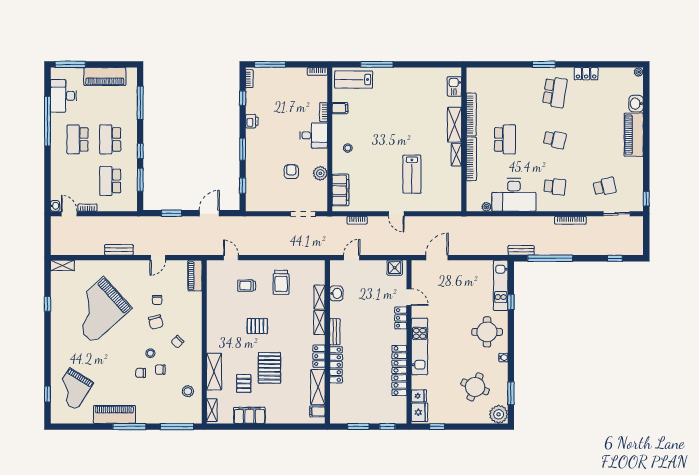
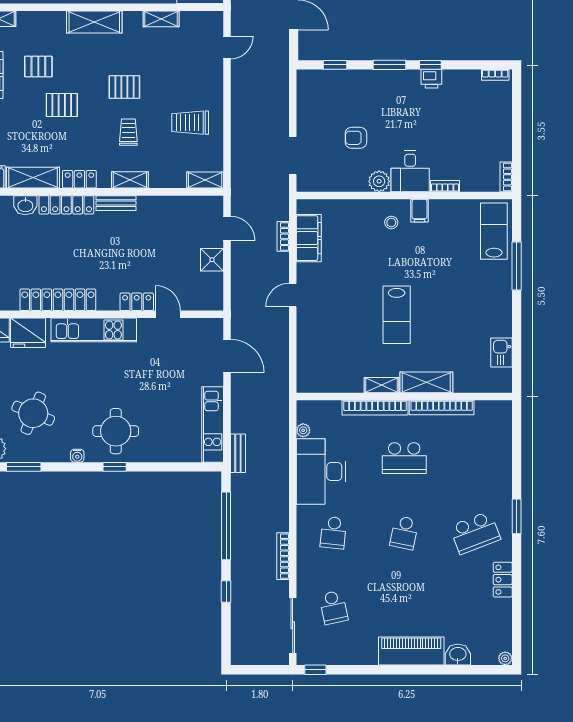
window: (270, 64) -> (517, 106), removed
kitchen sink: (454, 86) -> (501, 352), moved, turned -90
school desk: (555, 92) -> (475, 533), turned -30
window: (243, 98) -> (430, 65), moved
filing cabinet: (340, 108) -> (420, 211), moved
armchair: (291, 172) -> (356, 138), turned 180
plant: (320, 173) -> (379, 181), moved
lab bench: (412, 174) -> (397, 315), moved, turned -90
filing cabinet: (340, 190) -> (309, 238), moved, turned -90
sliding door: (617, 214) -> (293, 625), width x1.37
bench: (521, 250) -> (238, 453), moved
window: (615, 258) -> (226, 592), moved
shower: (395, 268) -> (212, 260), moved
kitchen unit: (501, 285) -> (213, 424), moved, turned -90
trolley: (247, 286) -> (128, 132), moved
washbasin: (336, 293) -> (25, 205), moved
shelving: (319, 297) -> (205, 180), moved
door: (409, 297) -> (168, 314), swing flipped
shelving: (212, 302) -> (161, 19), added
window: (511, 302) -> (115, 467), moved
pallet: (257, 326) -> (124, 87), turned 90
pallet: (269, 368) -> (62, 105), width x0.67, depth x0.71
shelving: (214, 372) -> (94, 22), moved
fridge: (419, 396) -> (28, 333), width x1.88, depth x1.34

